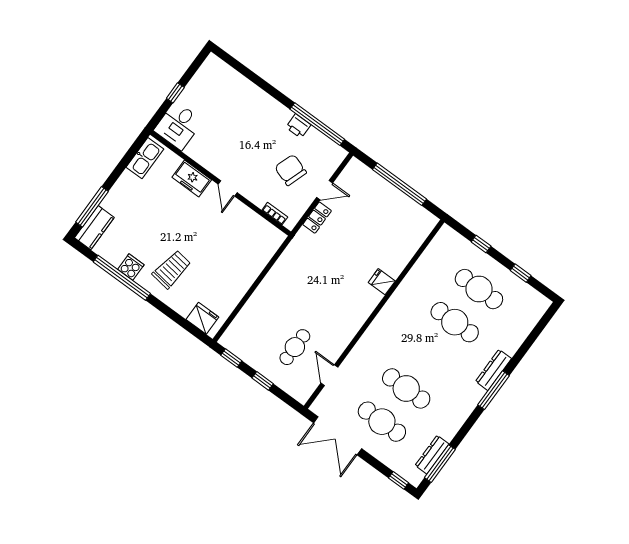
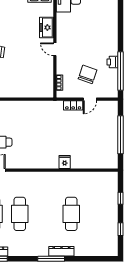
door: (228, 188) -> (55, 49), hinge flipped
door: (325, 190) -> (90, 99), hinge flipped
cafe table: (479, 289) -> (97, 214), removed

